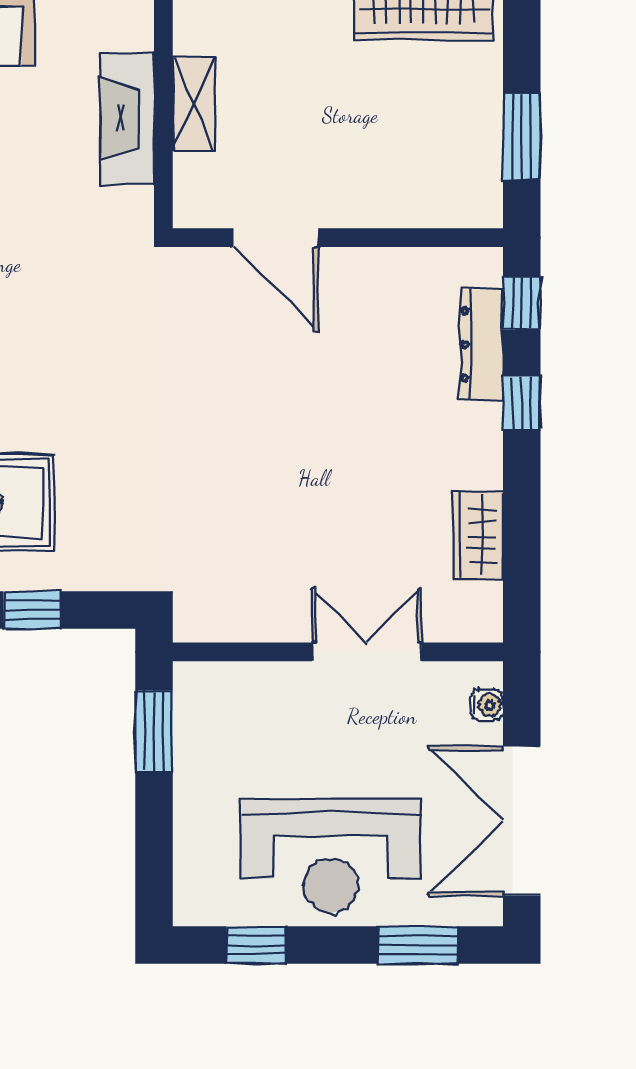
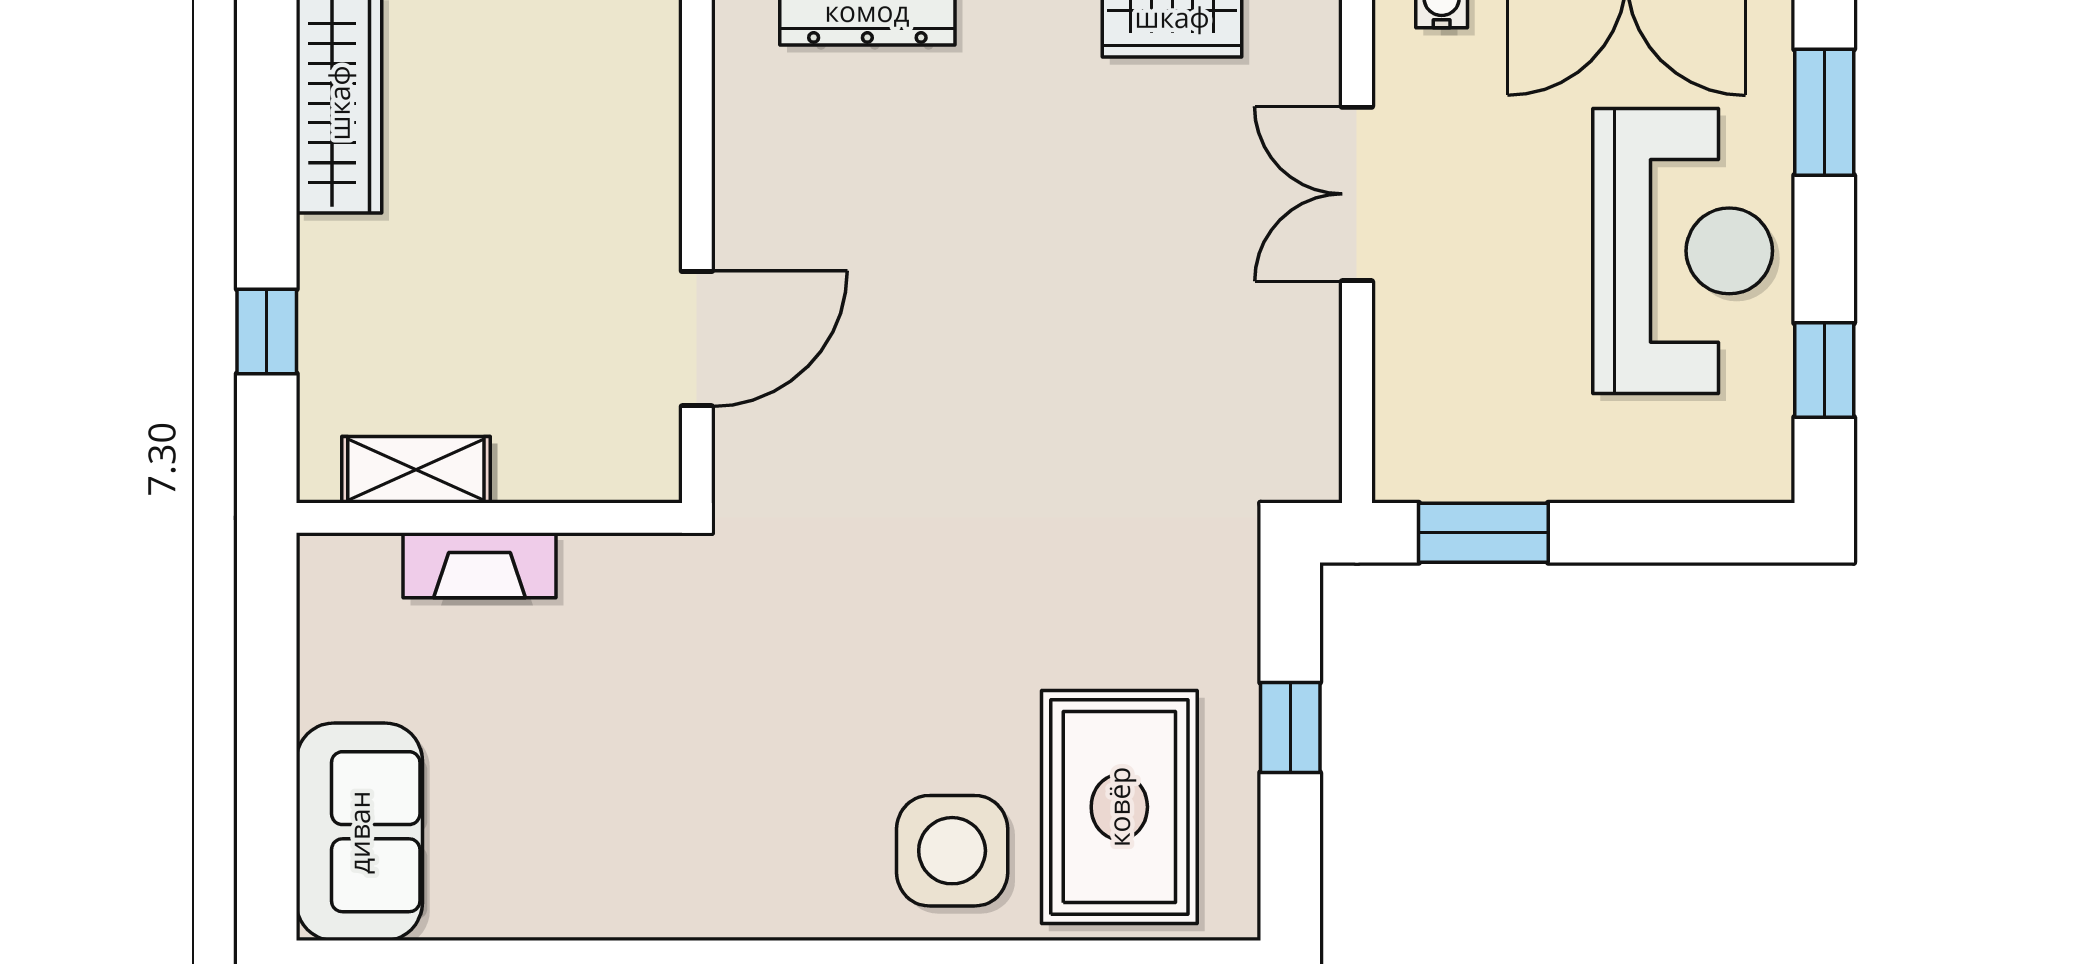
shelving: (194, 104) -> (416, 470), moved
fireplace: (127, 119) -> (480, 565), width x0.73, depth x0.76

